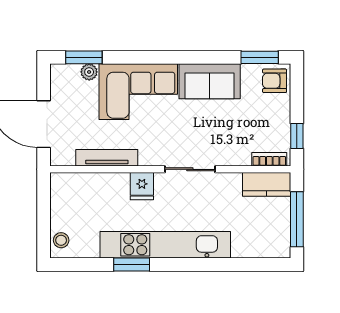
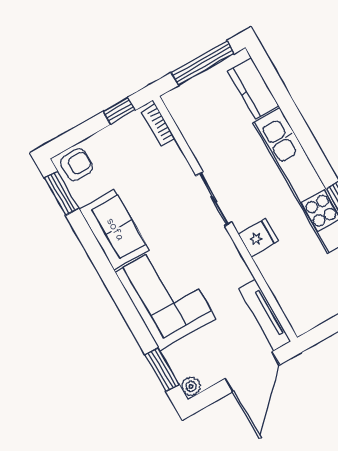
plant: (89, 72) -> (191, 386), moved
armchair: (275, 81) -> (76, 165), turned -90
tv unit: (107, 158) -> (265, 315), moved
kitchen counter: (267, 184) -> (253, 89), moved, turned 180

